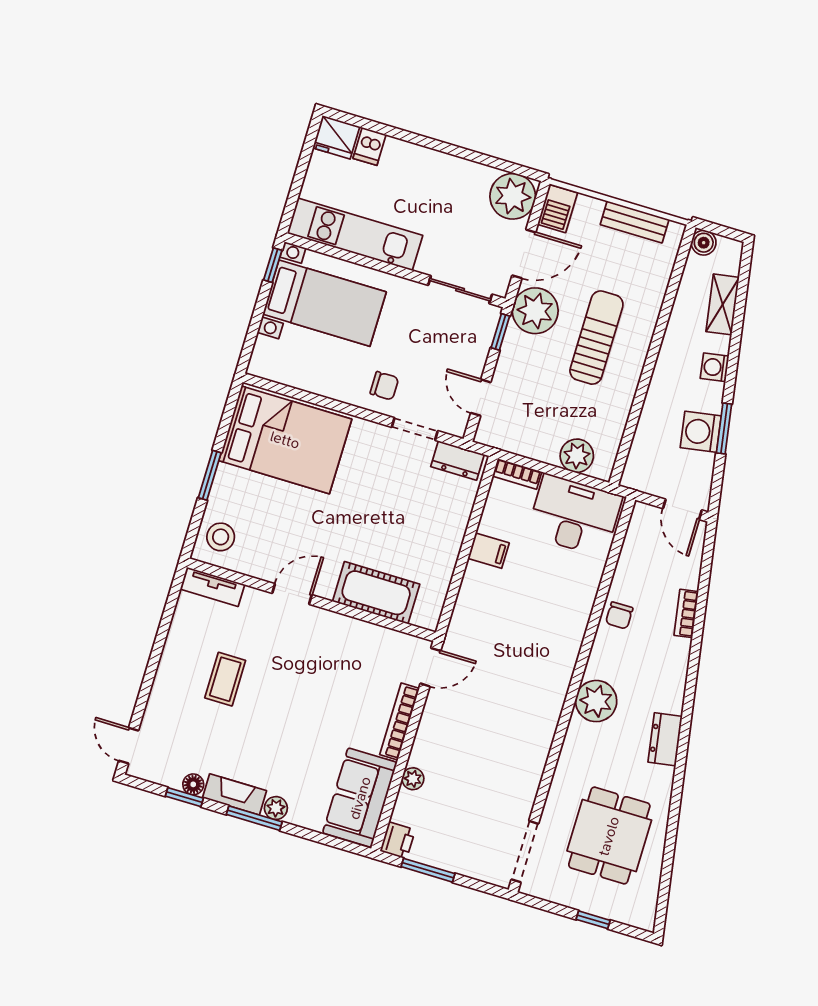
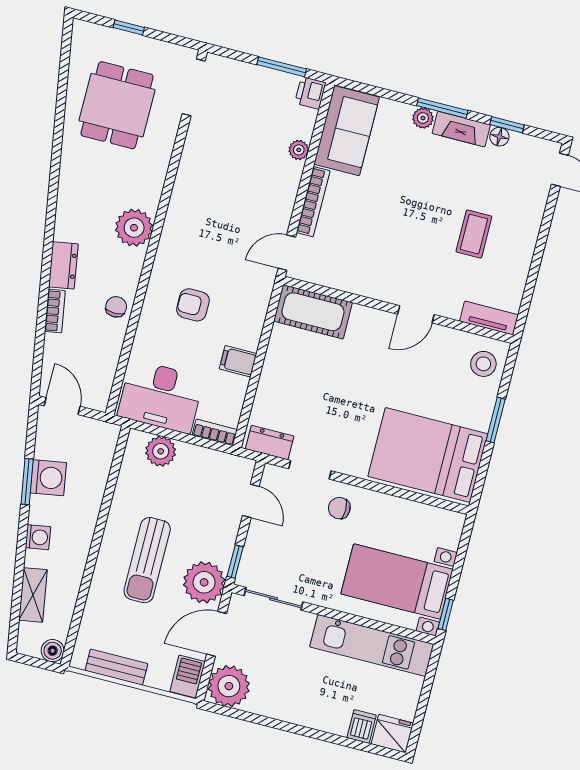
cot: (376, 593) -> (313, 312), moved
armchair: (535, 614) -> (193, 305), added
dresser: (665, 739) -> (63, 265), moved

